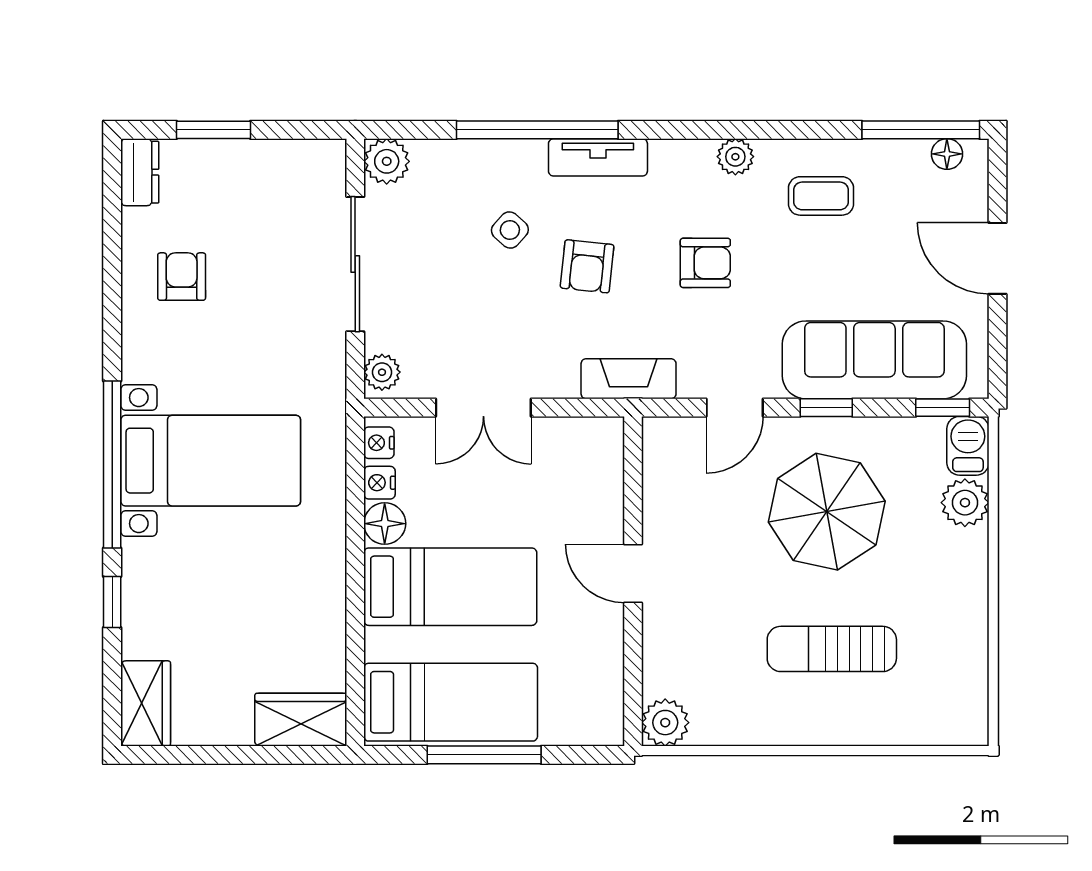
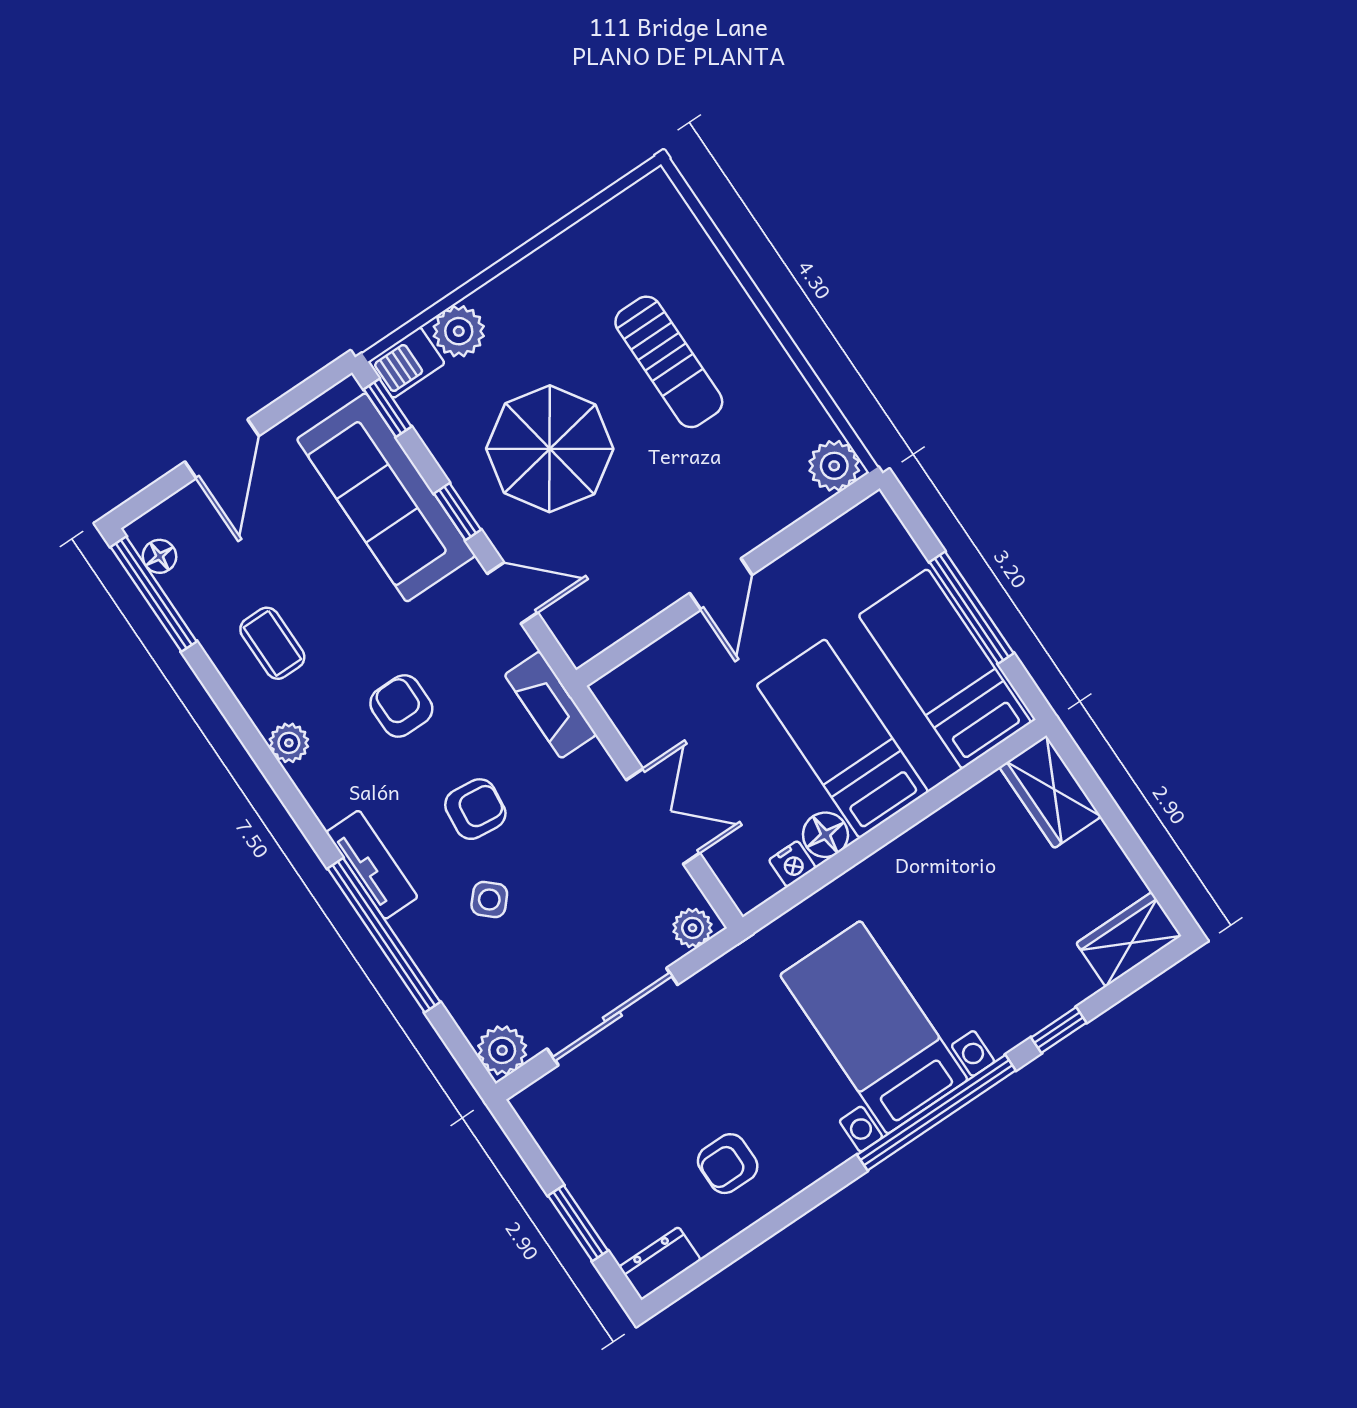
nightstand: (379, 443) -> (757, 888), removed

